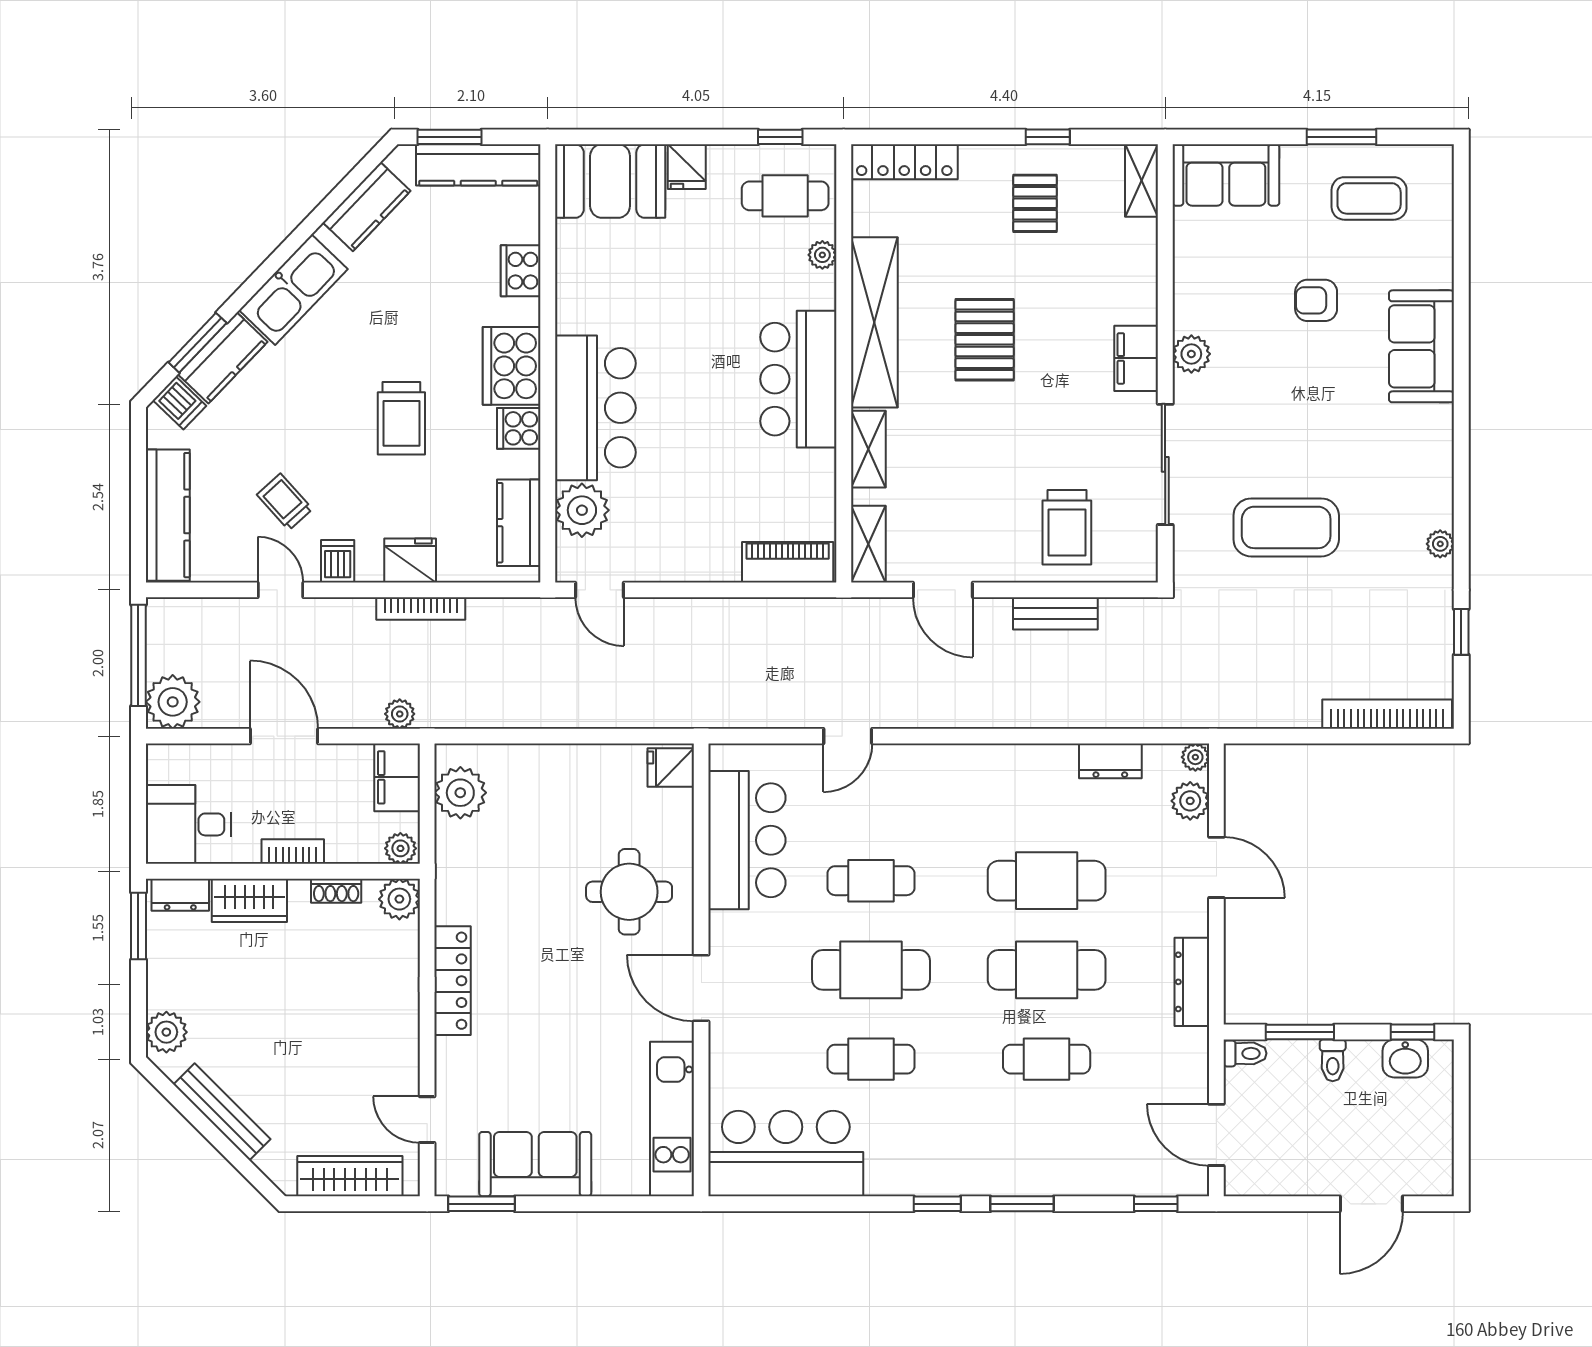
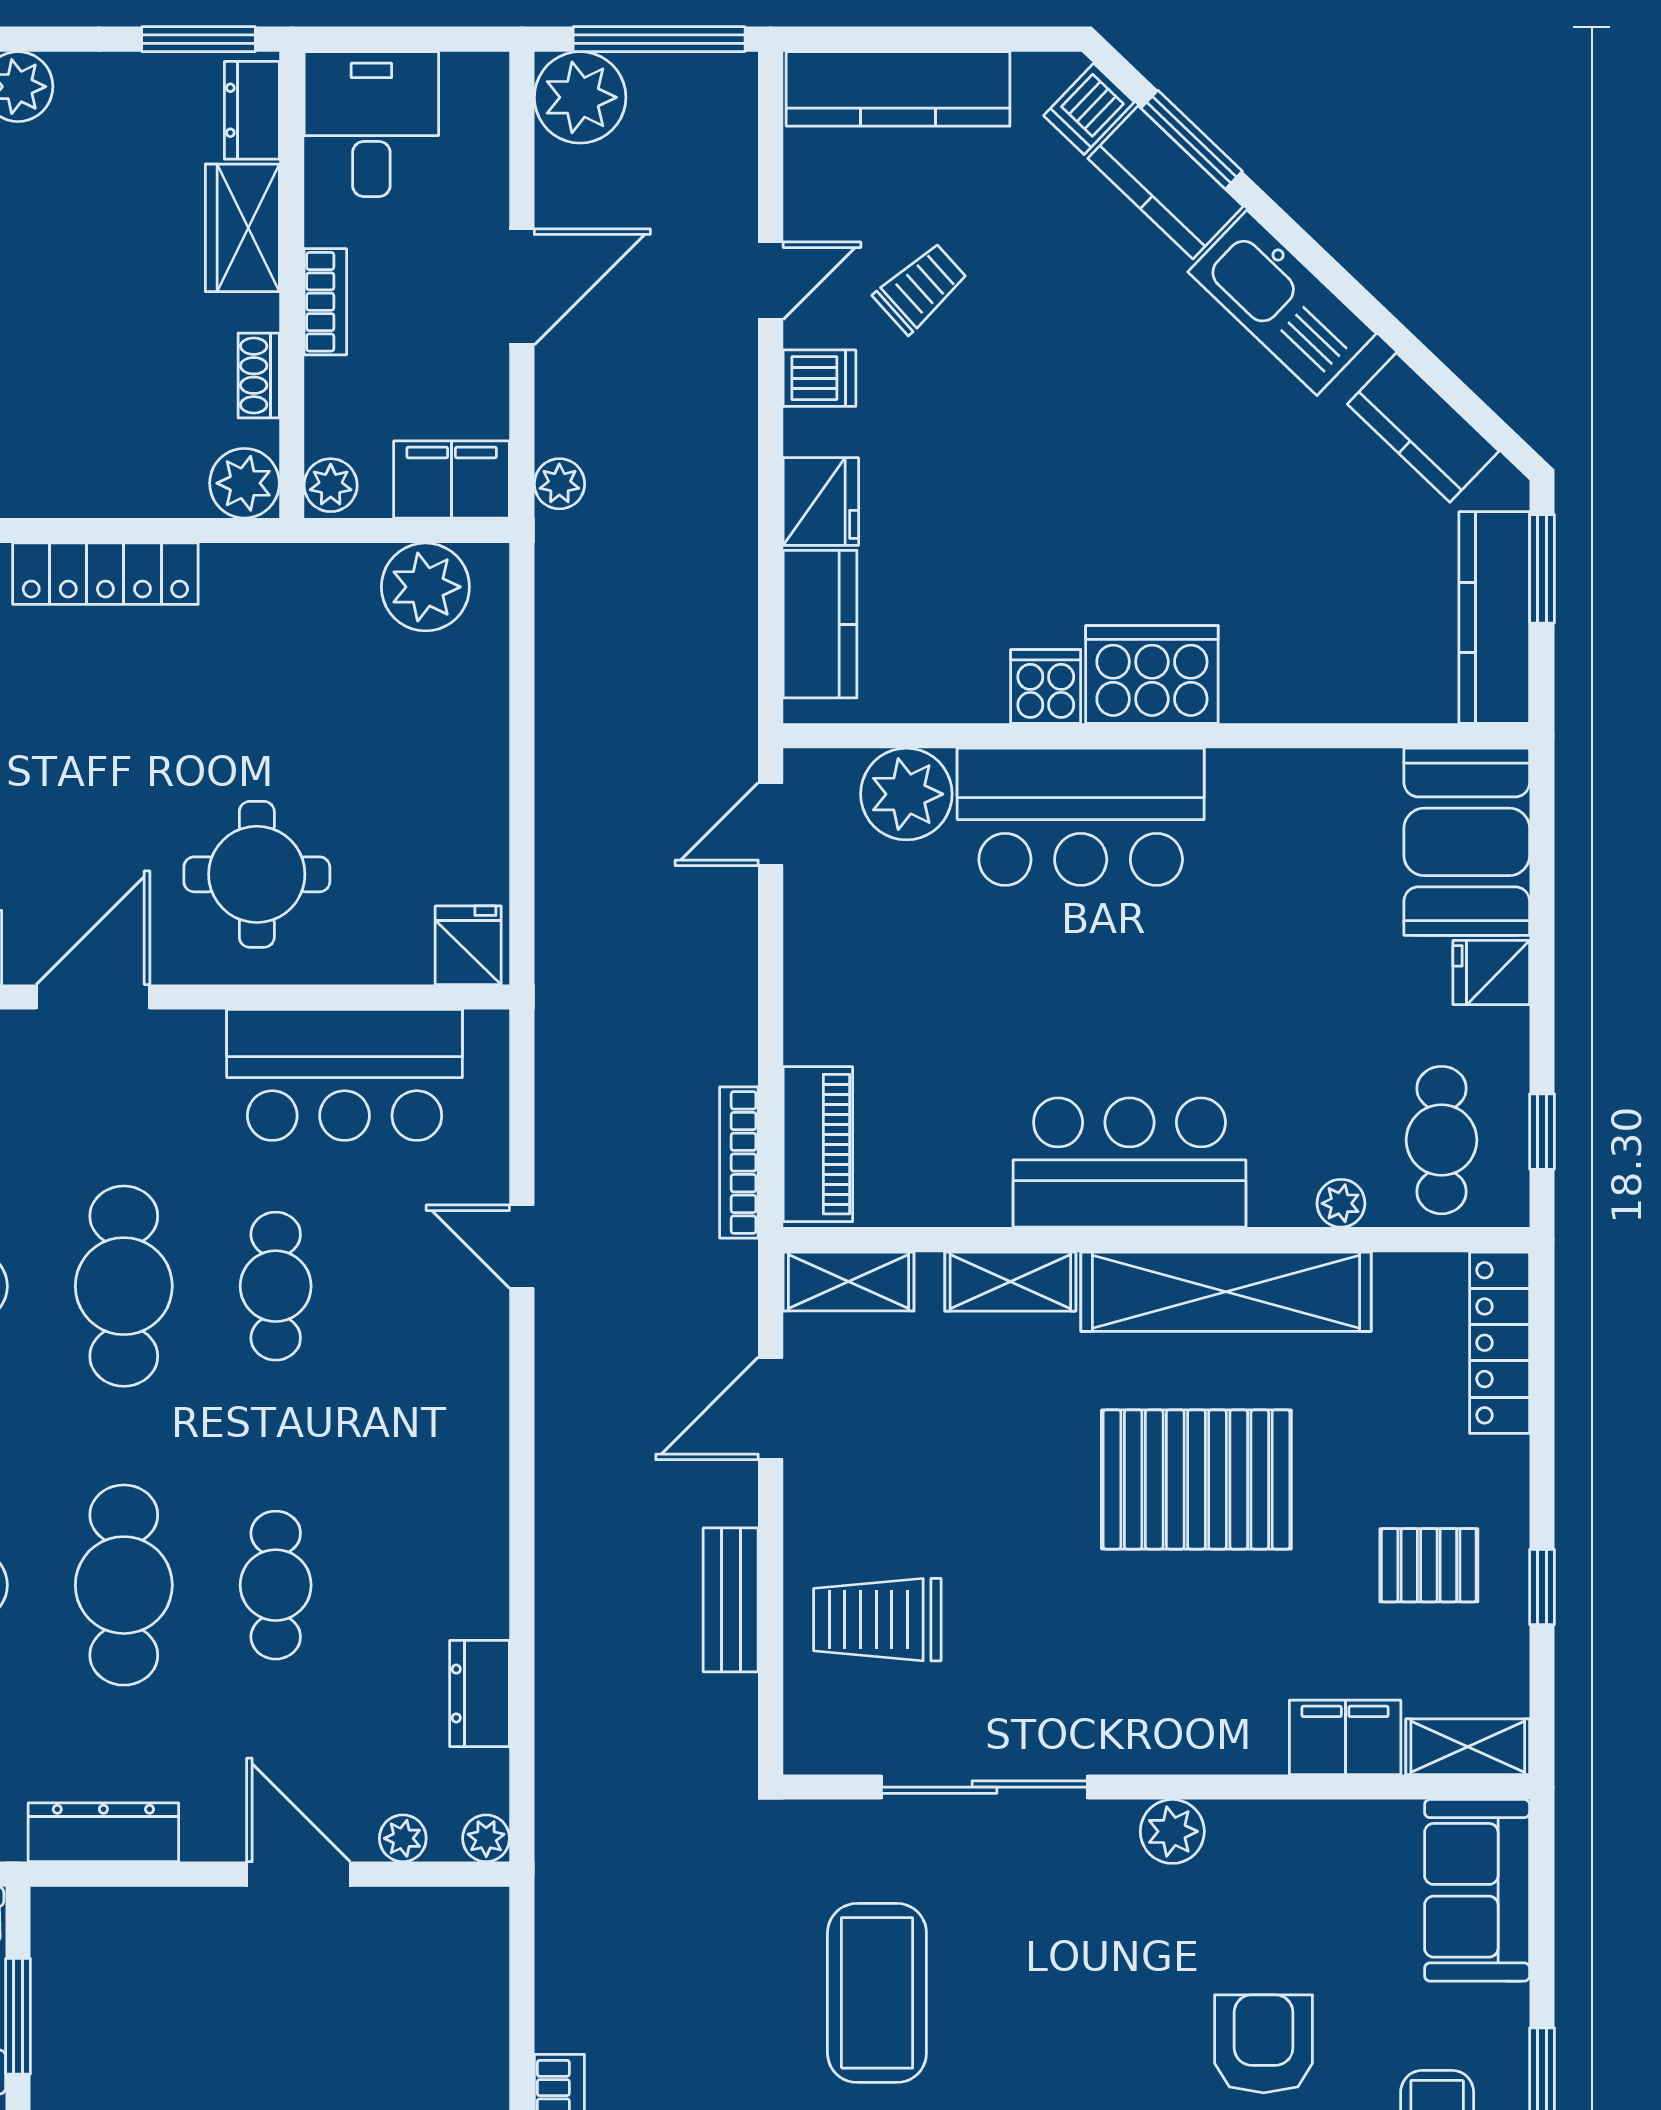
cooker: (521, 271) -> (1314, 690), removed
armchair: (1316, 300) -> (1264, 2044), width x1.38, depth x1.38
pallet: (985, 340) -> (1196, 1479), width x1.37, depth x1.41
filing cabinet: (1136, 358) -> (1345, 1737), moved
trolley: (401, 418) -> (1063, 487), removed
kitchen counter: (519, 523) -> (820, 624), moved, turned 90
bookcase: (421, 609) -> (739, 1162), moved
plant: (1190, 801) -> (403, 1838), width x0.73, depth x0.73
door: (1216, 867) -> (298, 1874), swing flipped
cafe table: (1047, 881) -> (276, 1585), width x0.73, depth x0.74

